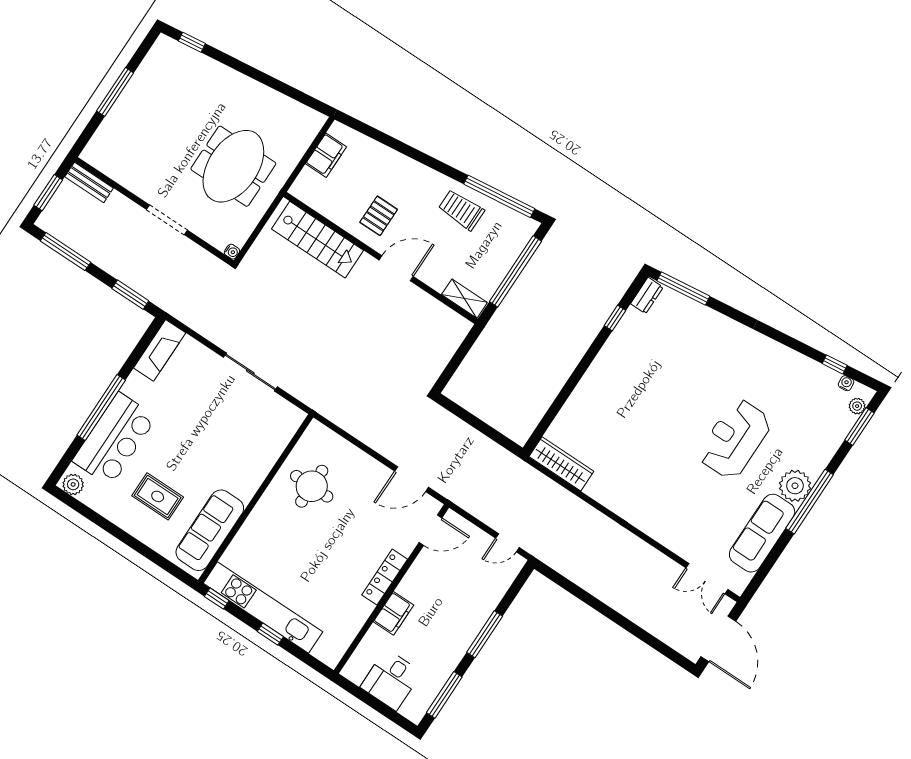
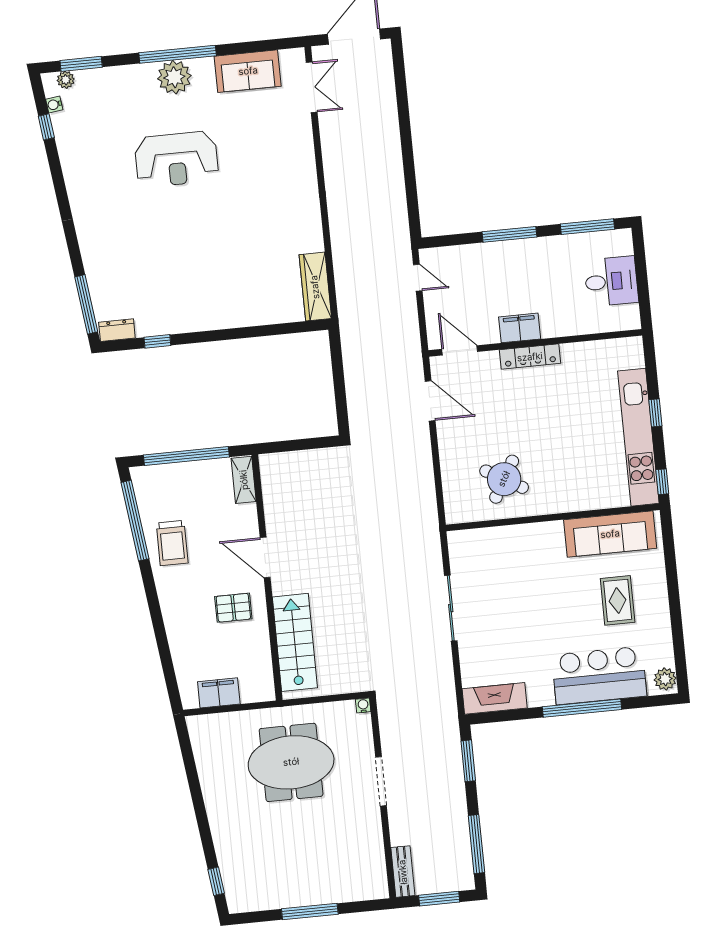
round table: (312, 486) -> (504, 479), turned 30
sofa: (762, 533) -> (248, 71), width x0.73
filing cabinet: (393, 613) -> (520, 328), moved

